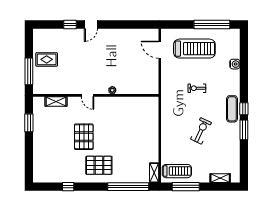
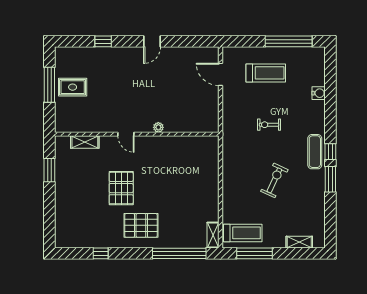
door: (91, 25) -> (152, 41), moved
treadmill: (194, 49) -> (266, 73), width x0.73, depth x0.73
window: (29, 71) -> (49, 85), moved

